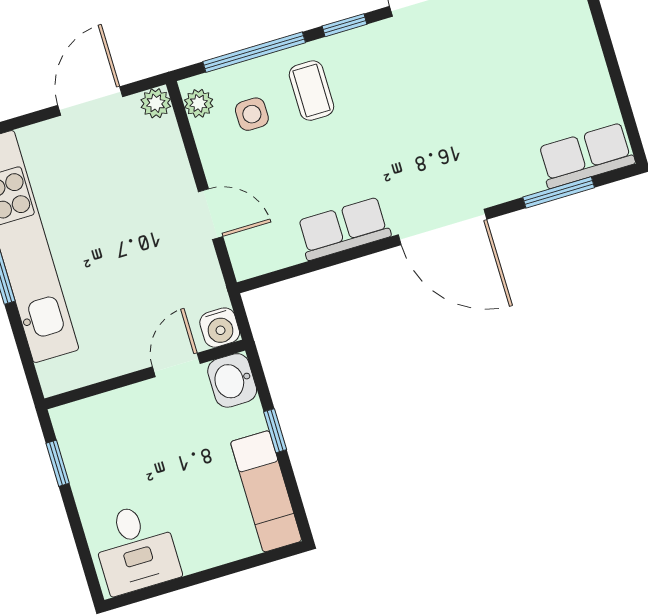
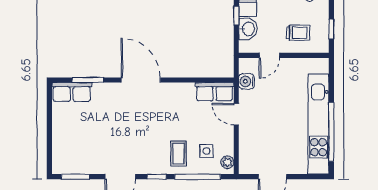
plant: (156, 103) -> (245, 168), removed
row of seats: (344, 229) -> (215, 92), moved
water cooler: (220, 328) -> (247, 81), moved, turned -90
washbasin: (232, 380) -> (248, 29), moved
trolley: (128, 434) -> (298, 33), added

